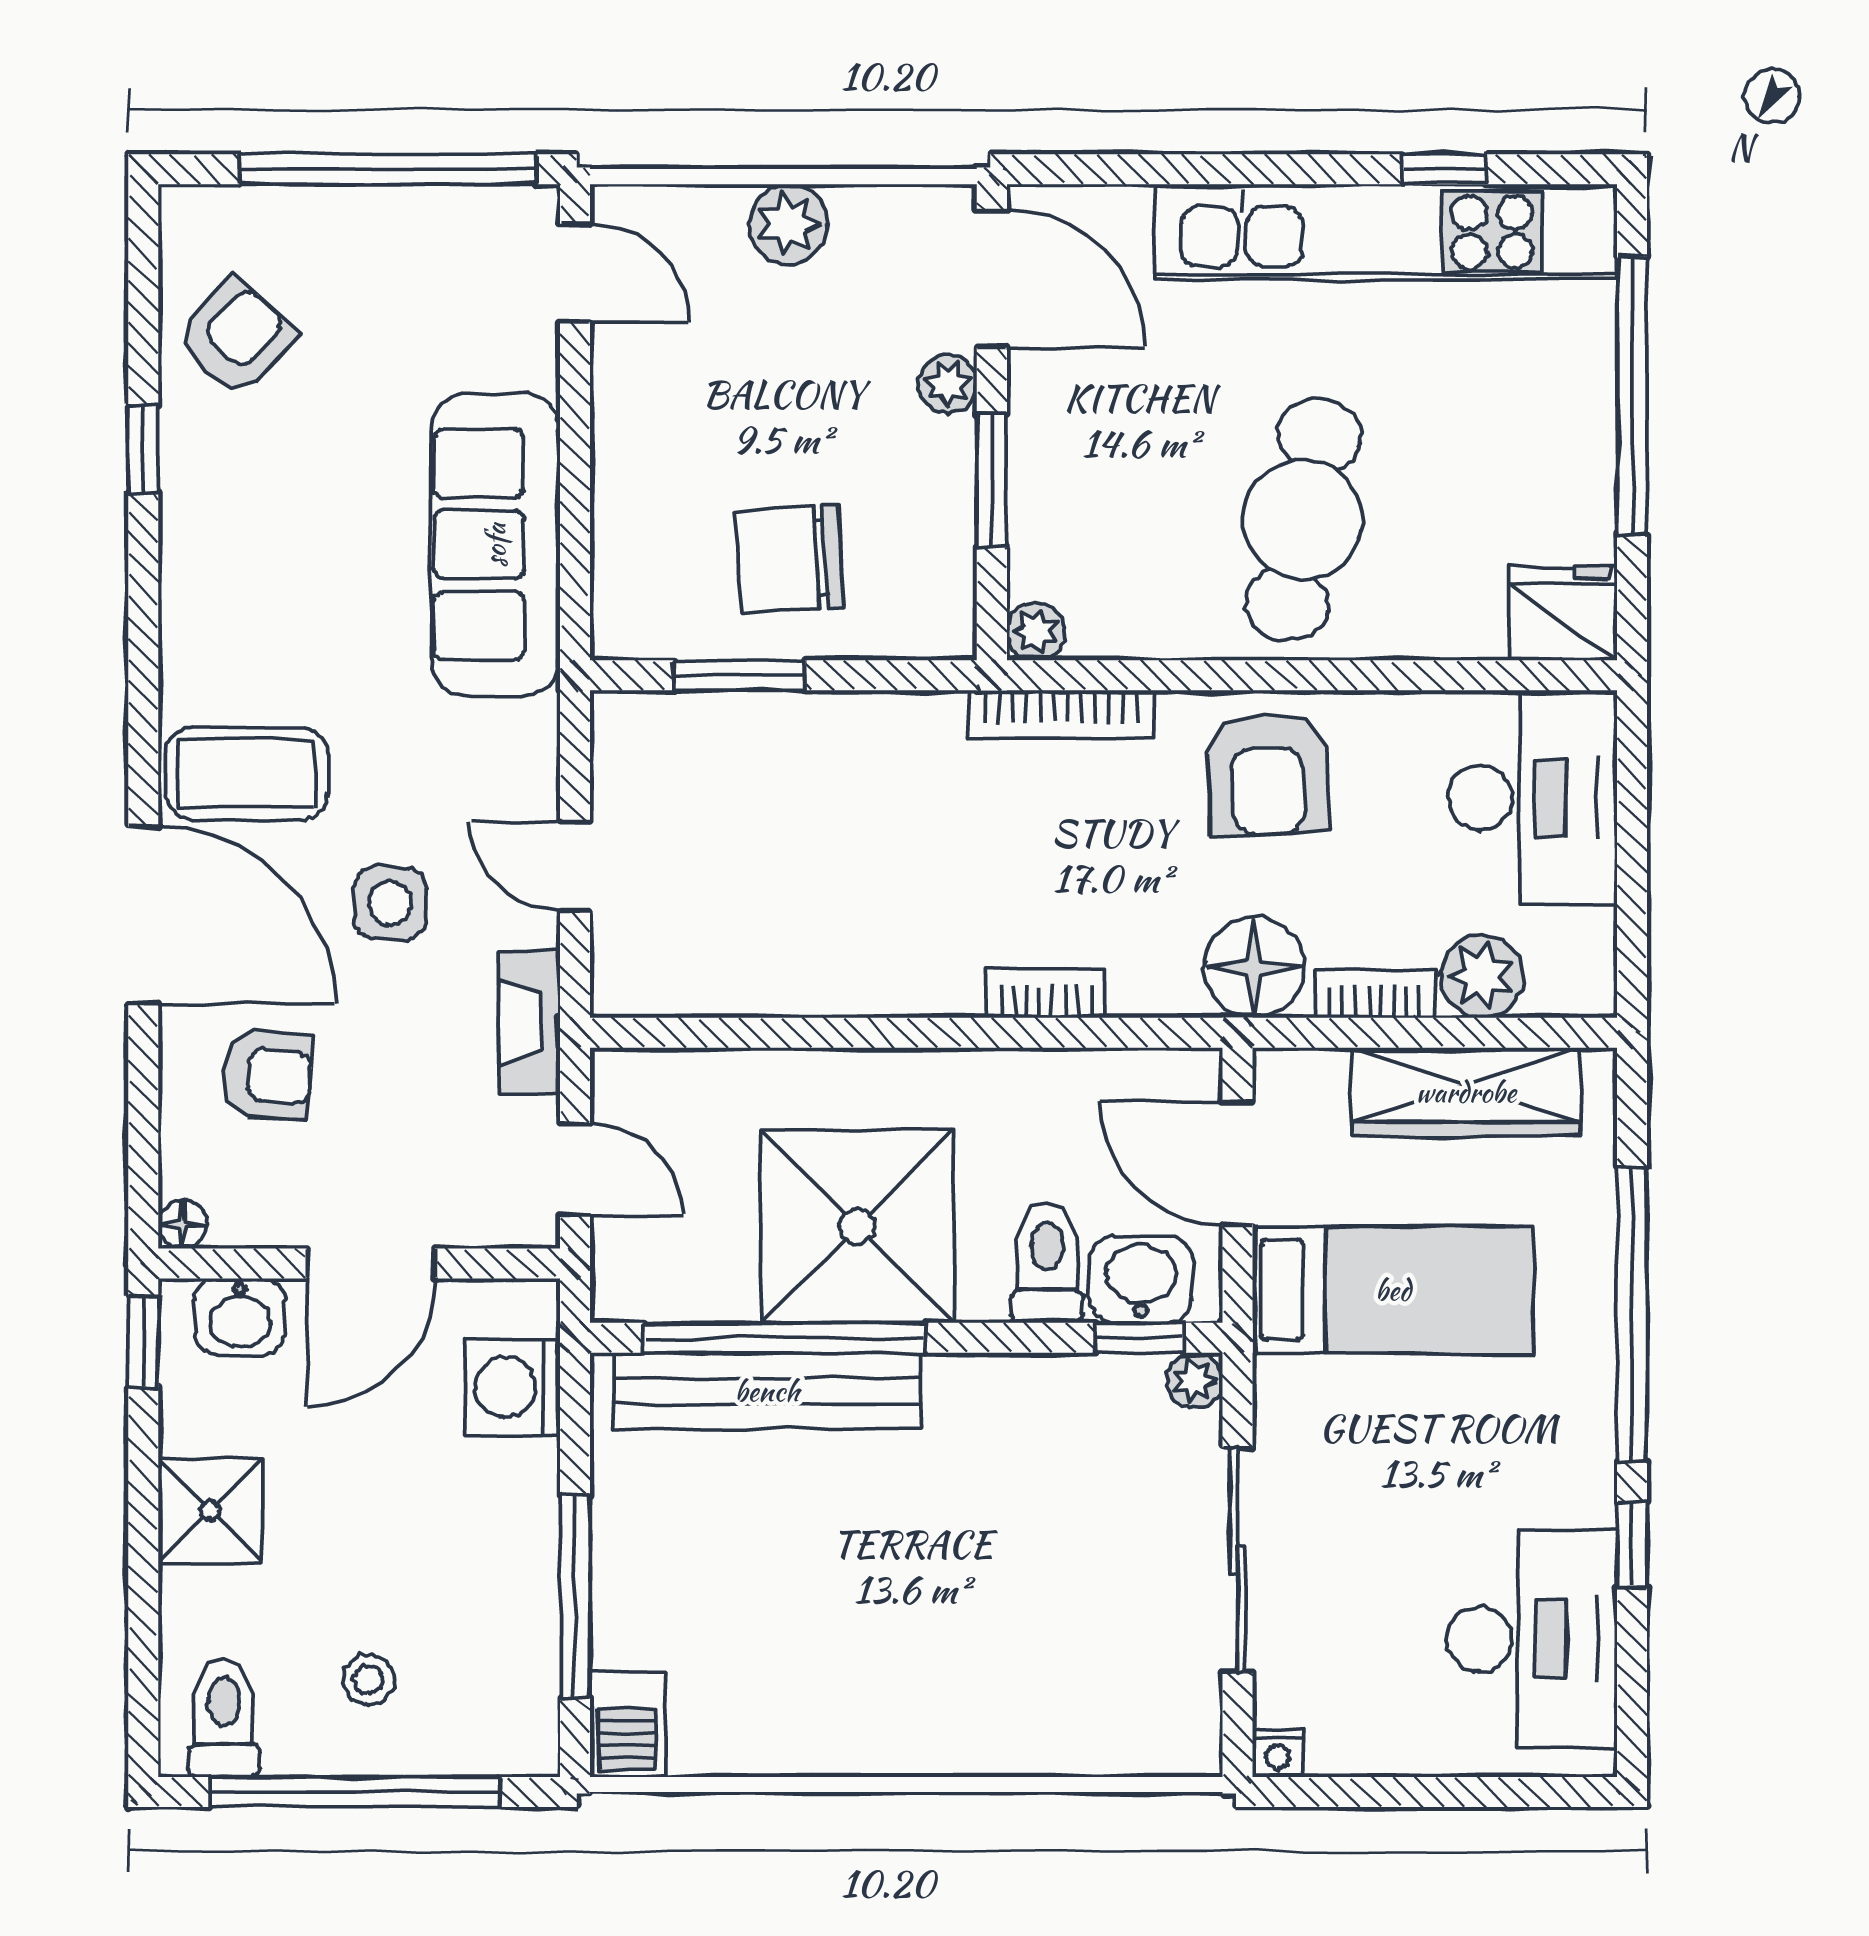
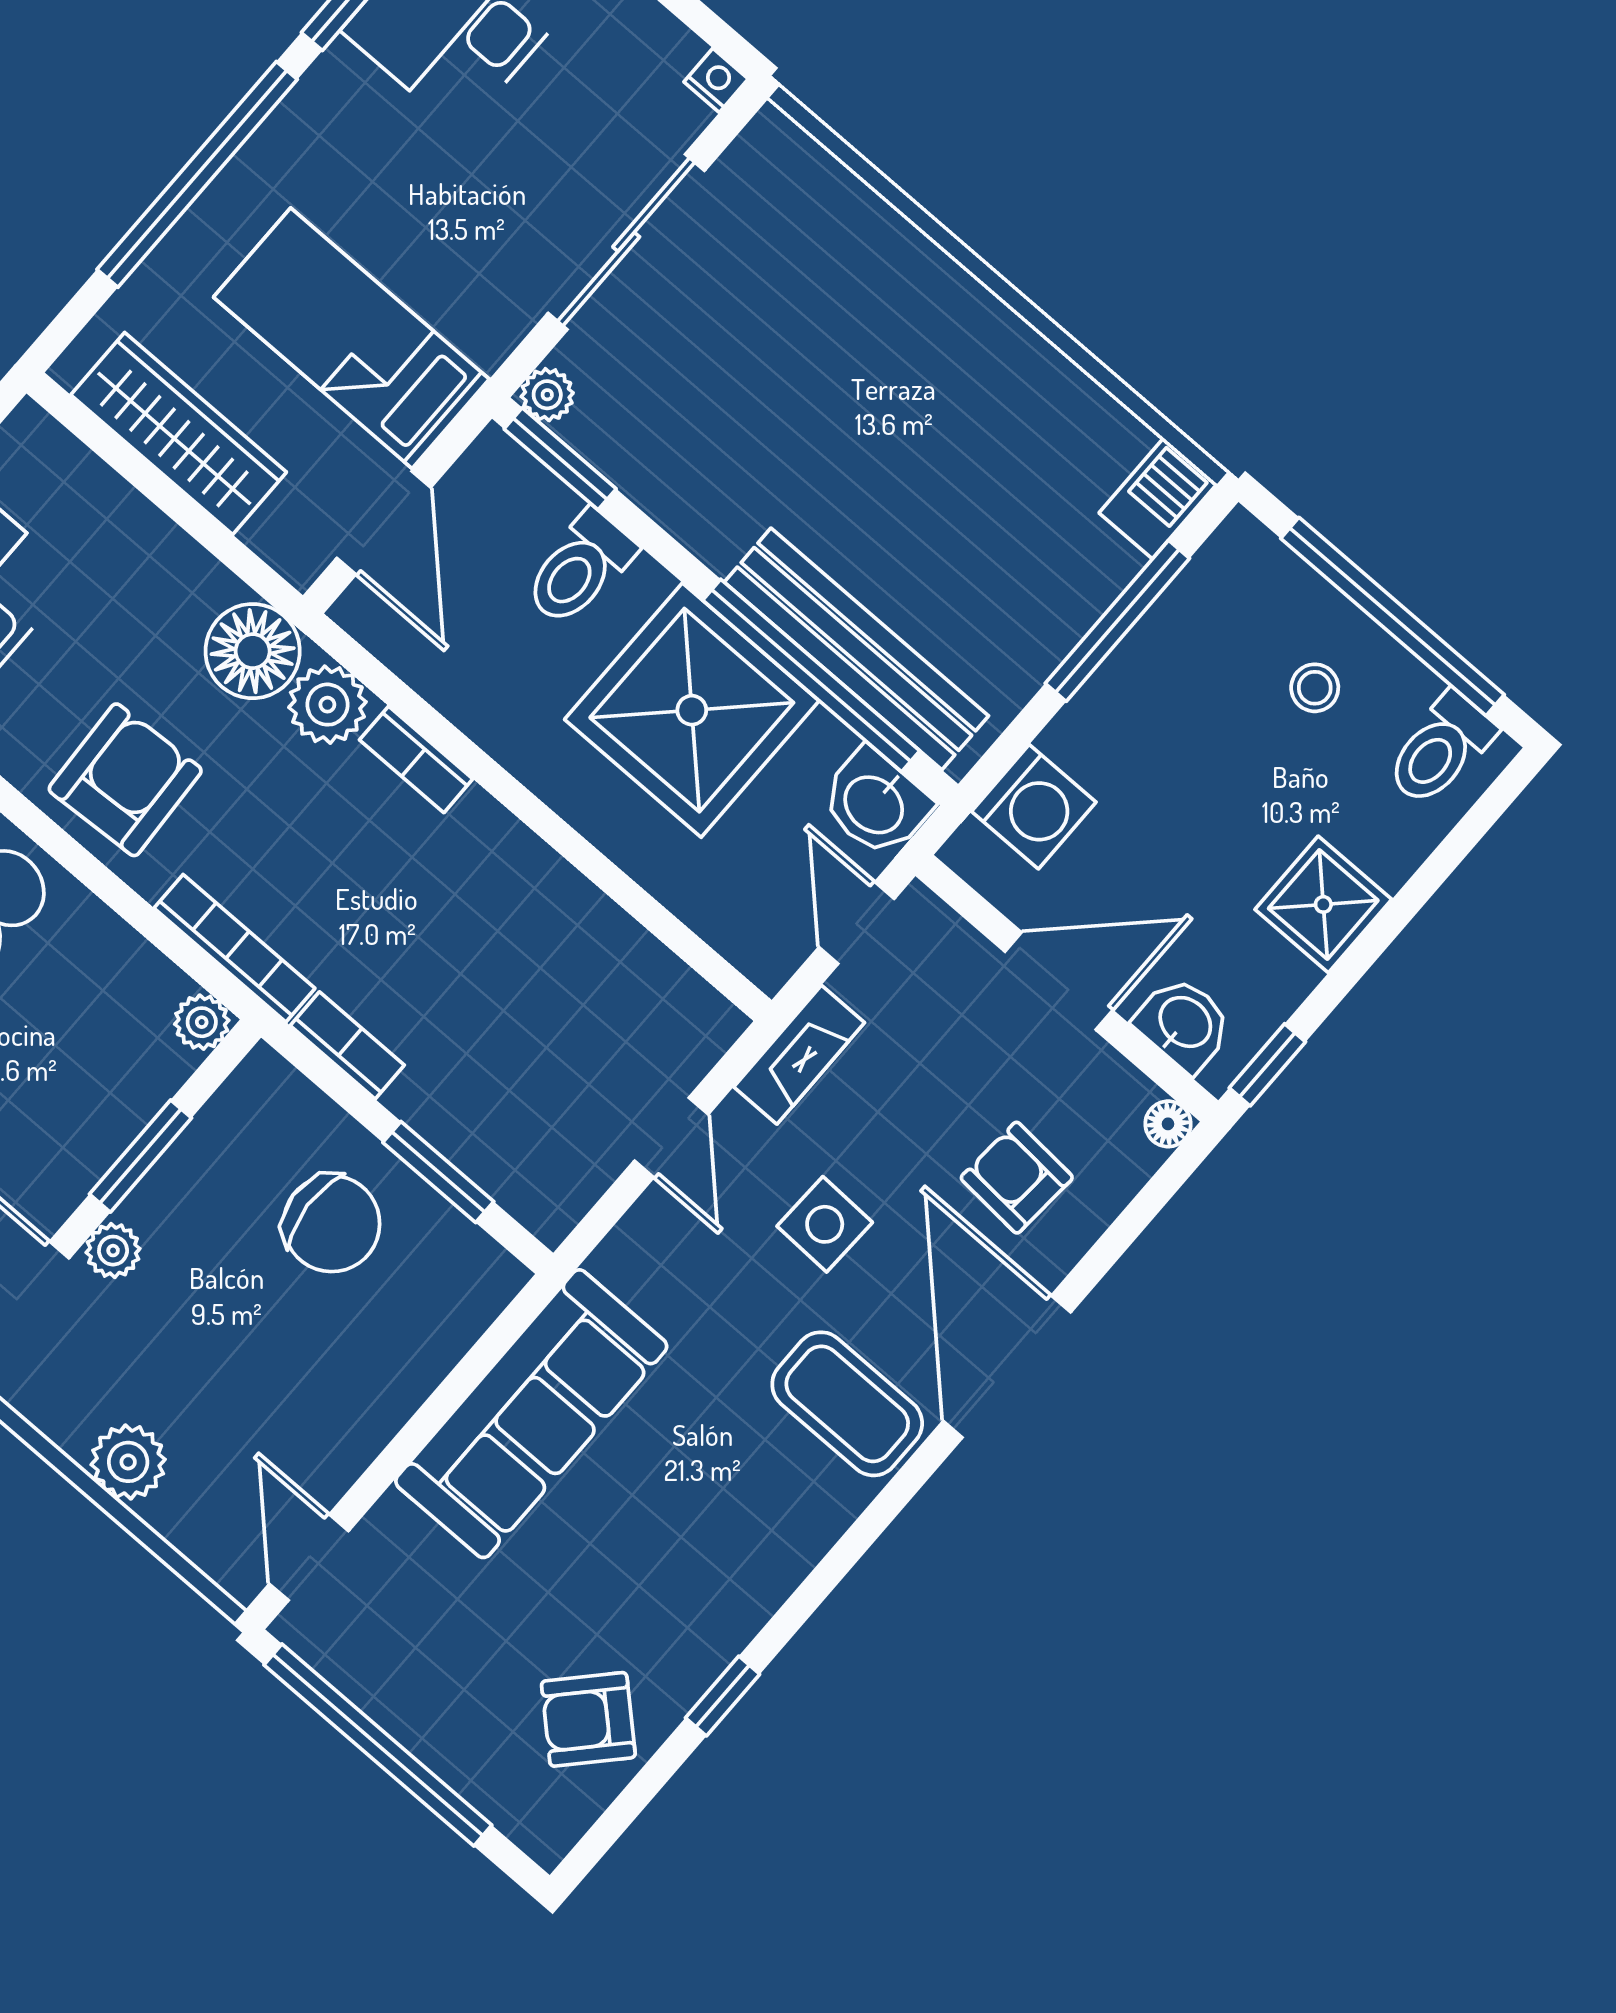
plant: (1482, 976) -> (327, 705), moved
bookcase: (1374, 994) -> (347, 1045), moved, turned 180
washbasin: (1141, 1279) -> (875, 803), moved
window: (1139, 1338) -> (560, 459), width x1.50

